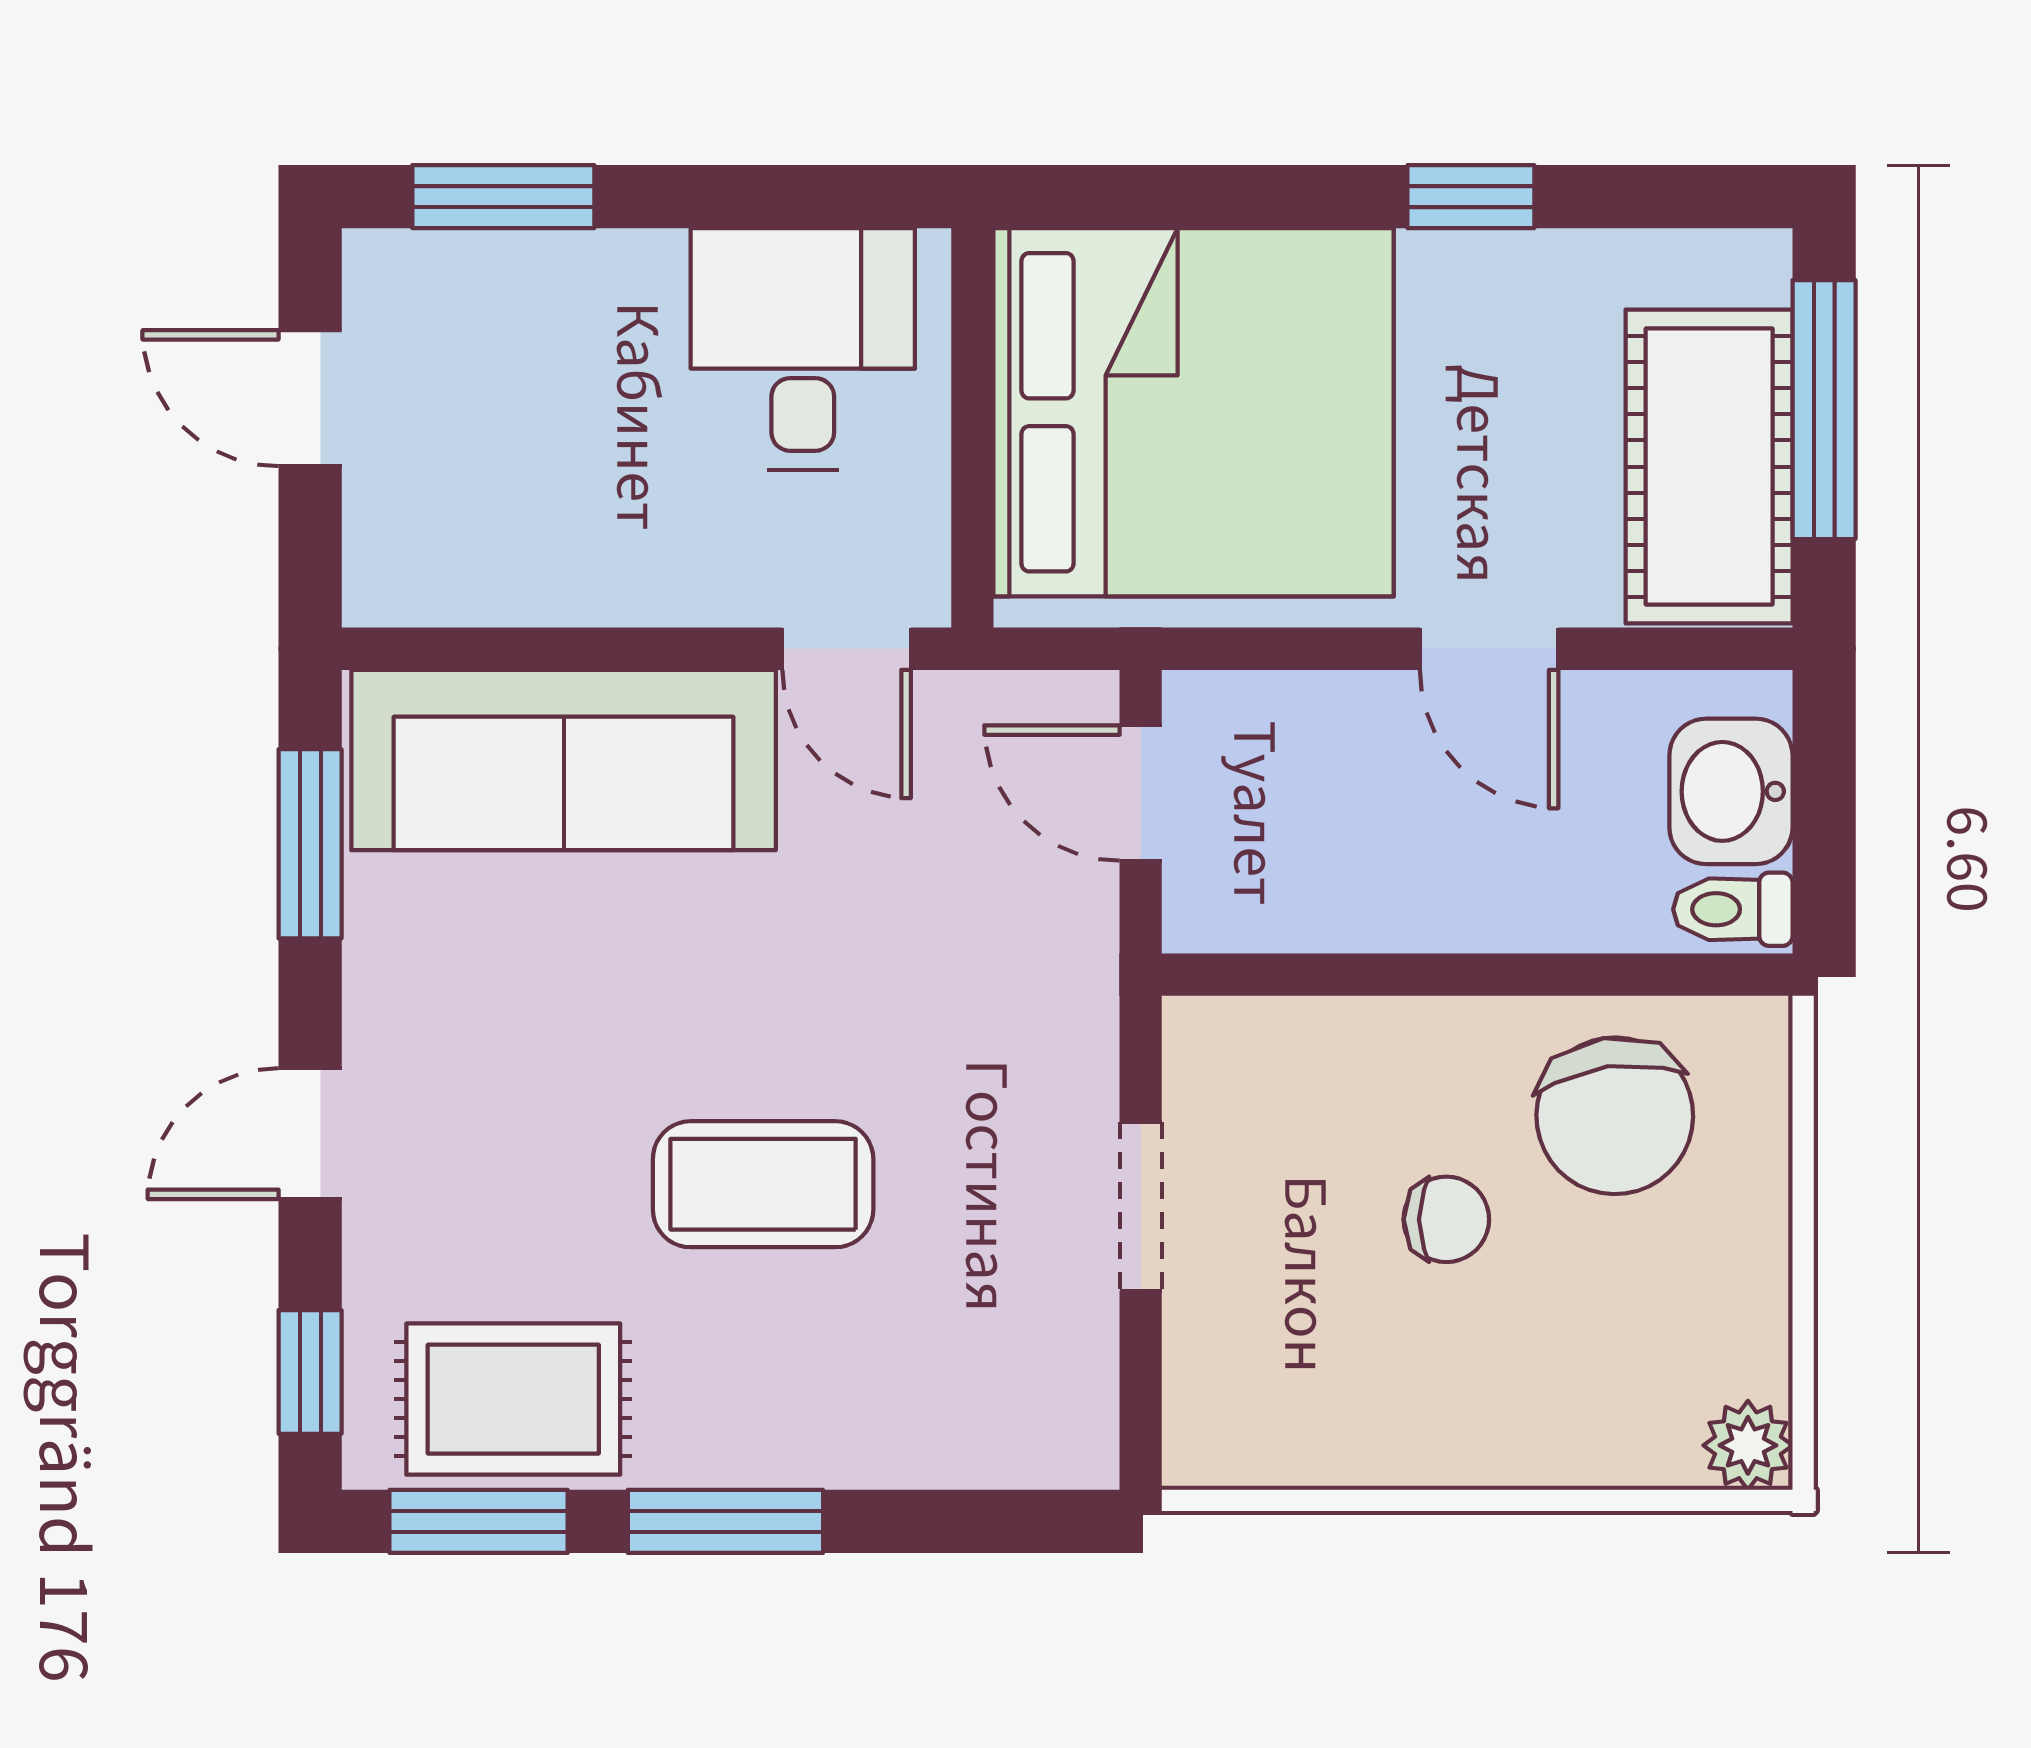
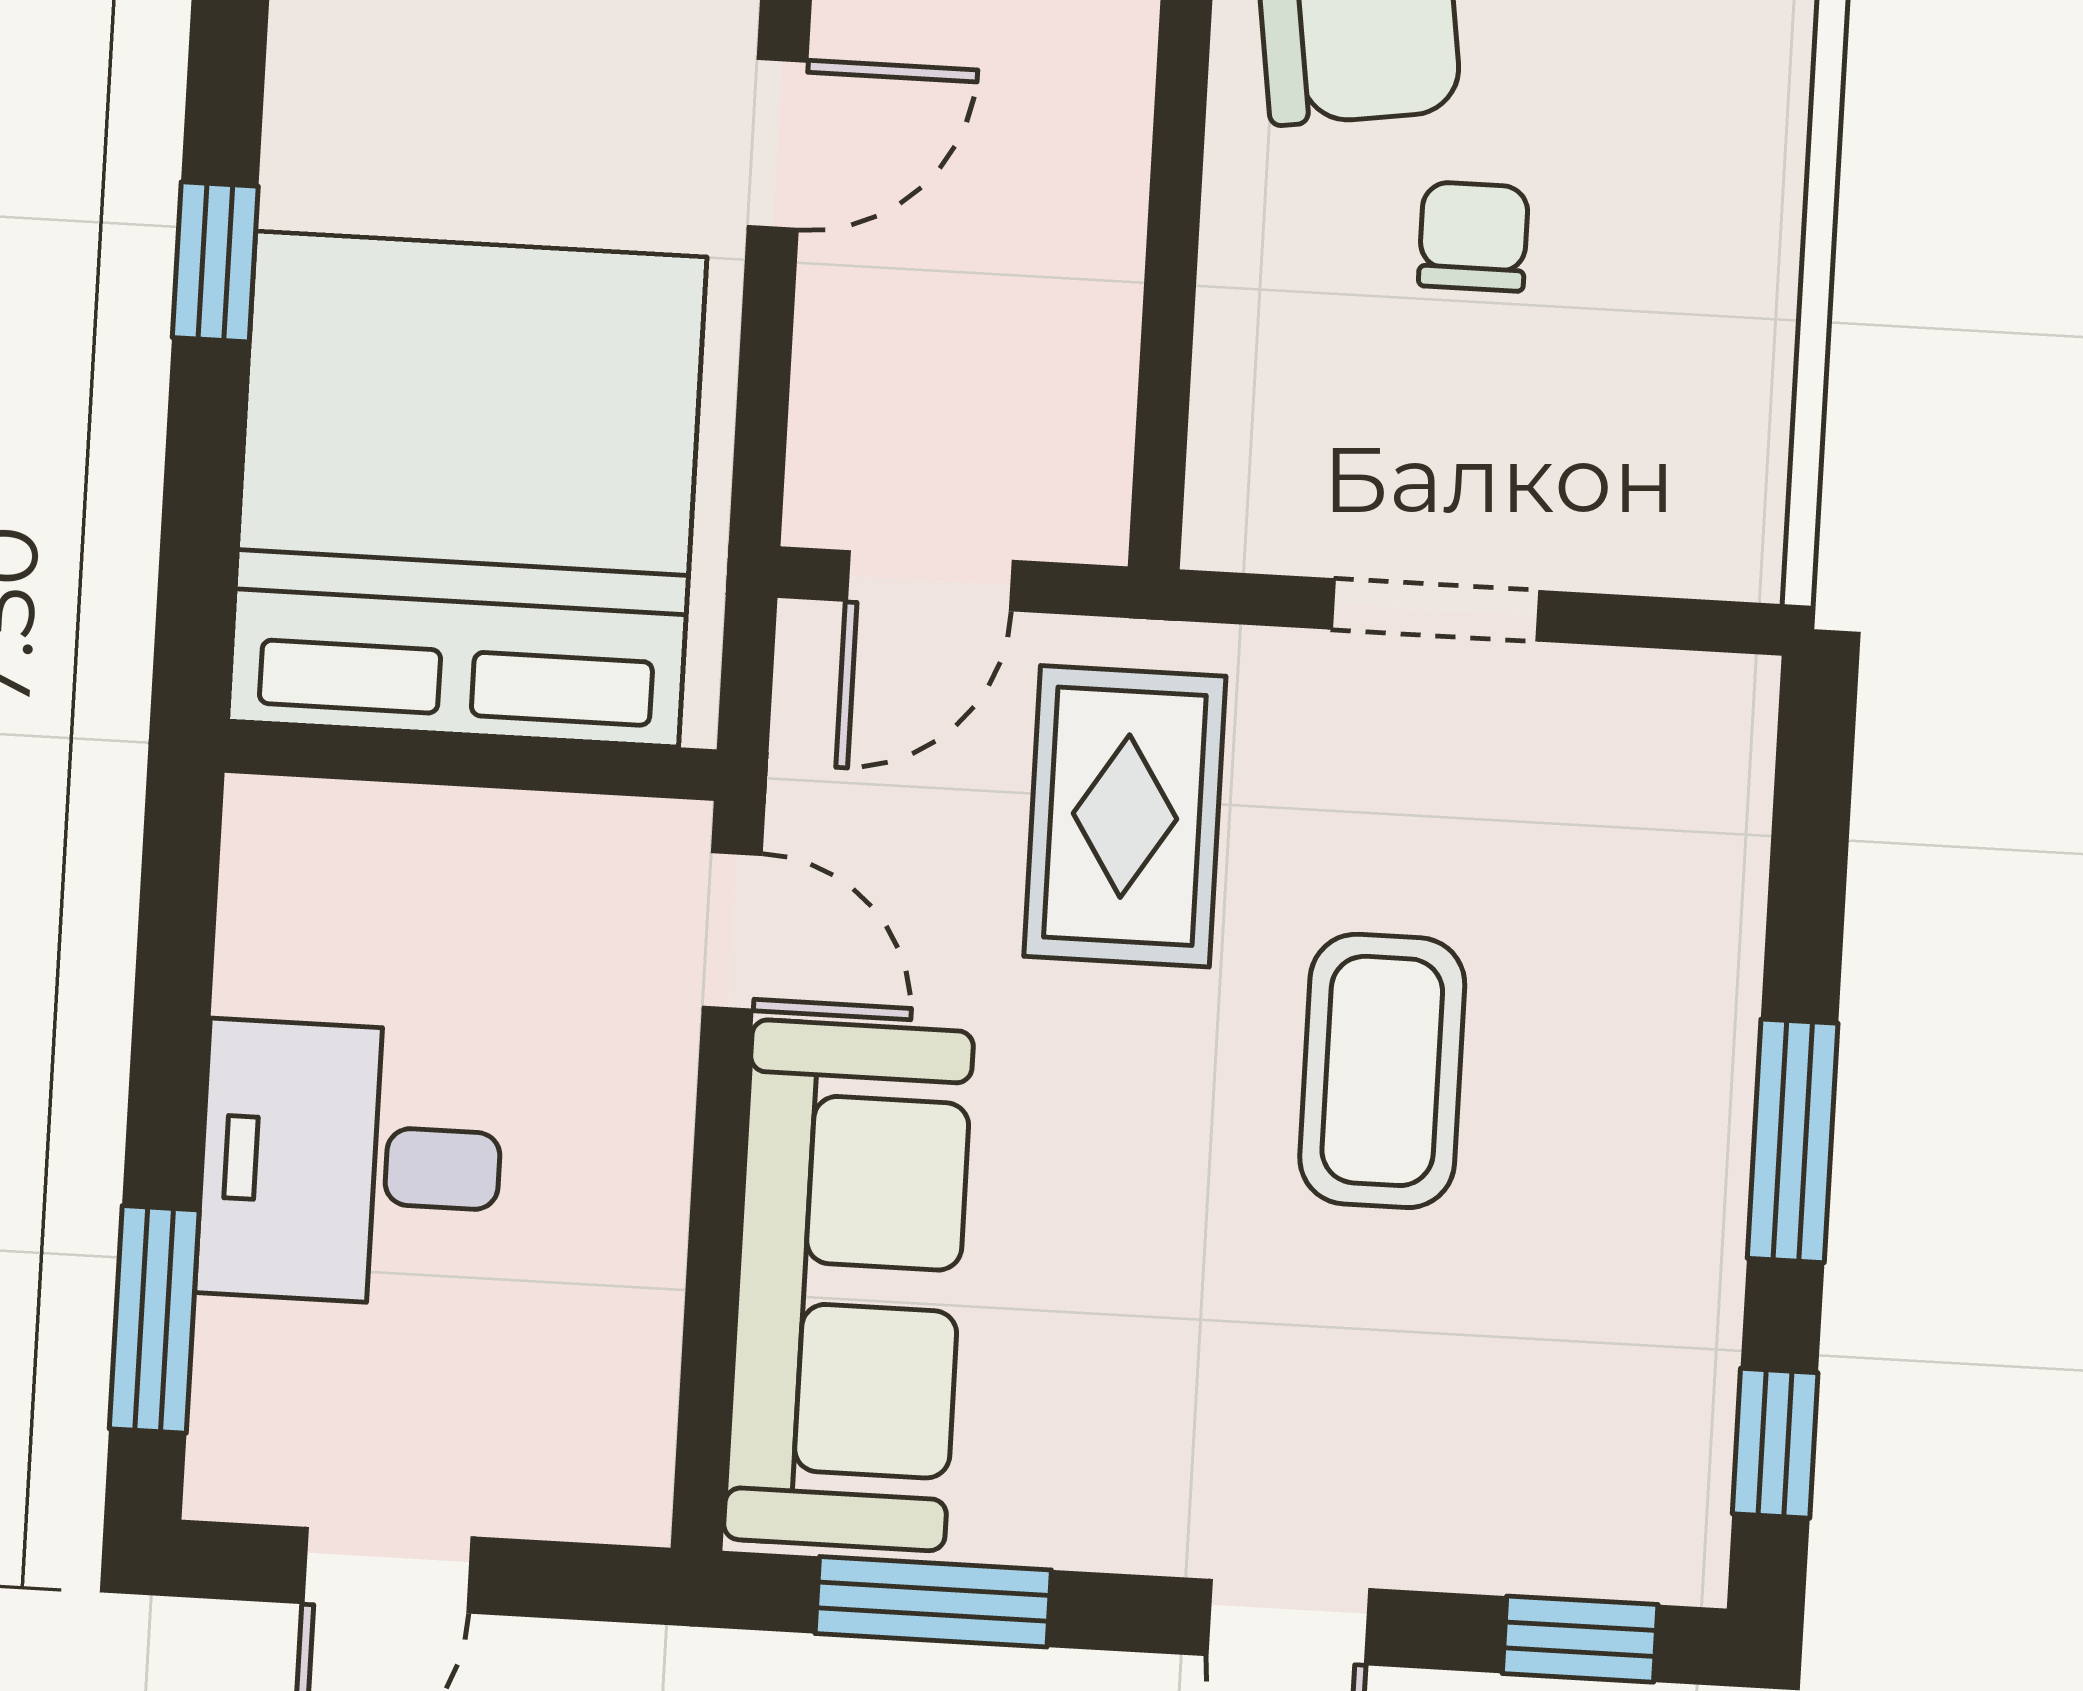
window: (1471, 197) -> (215, 262), moved
desk: (803, 349) -> (351, 1164), moved
door: (847, 649) -> (732, 931), hinge flipped
rug: (513, 1399) -> (1125, 816), moved
window: (479, 1521) -> (1775, 1443), width x0.67

